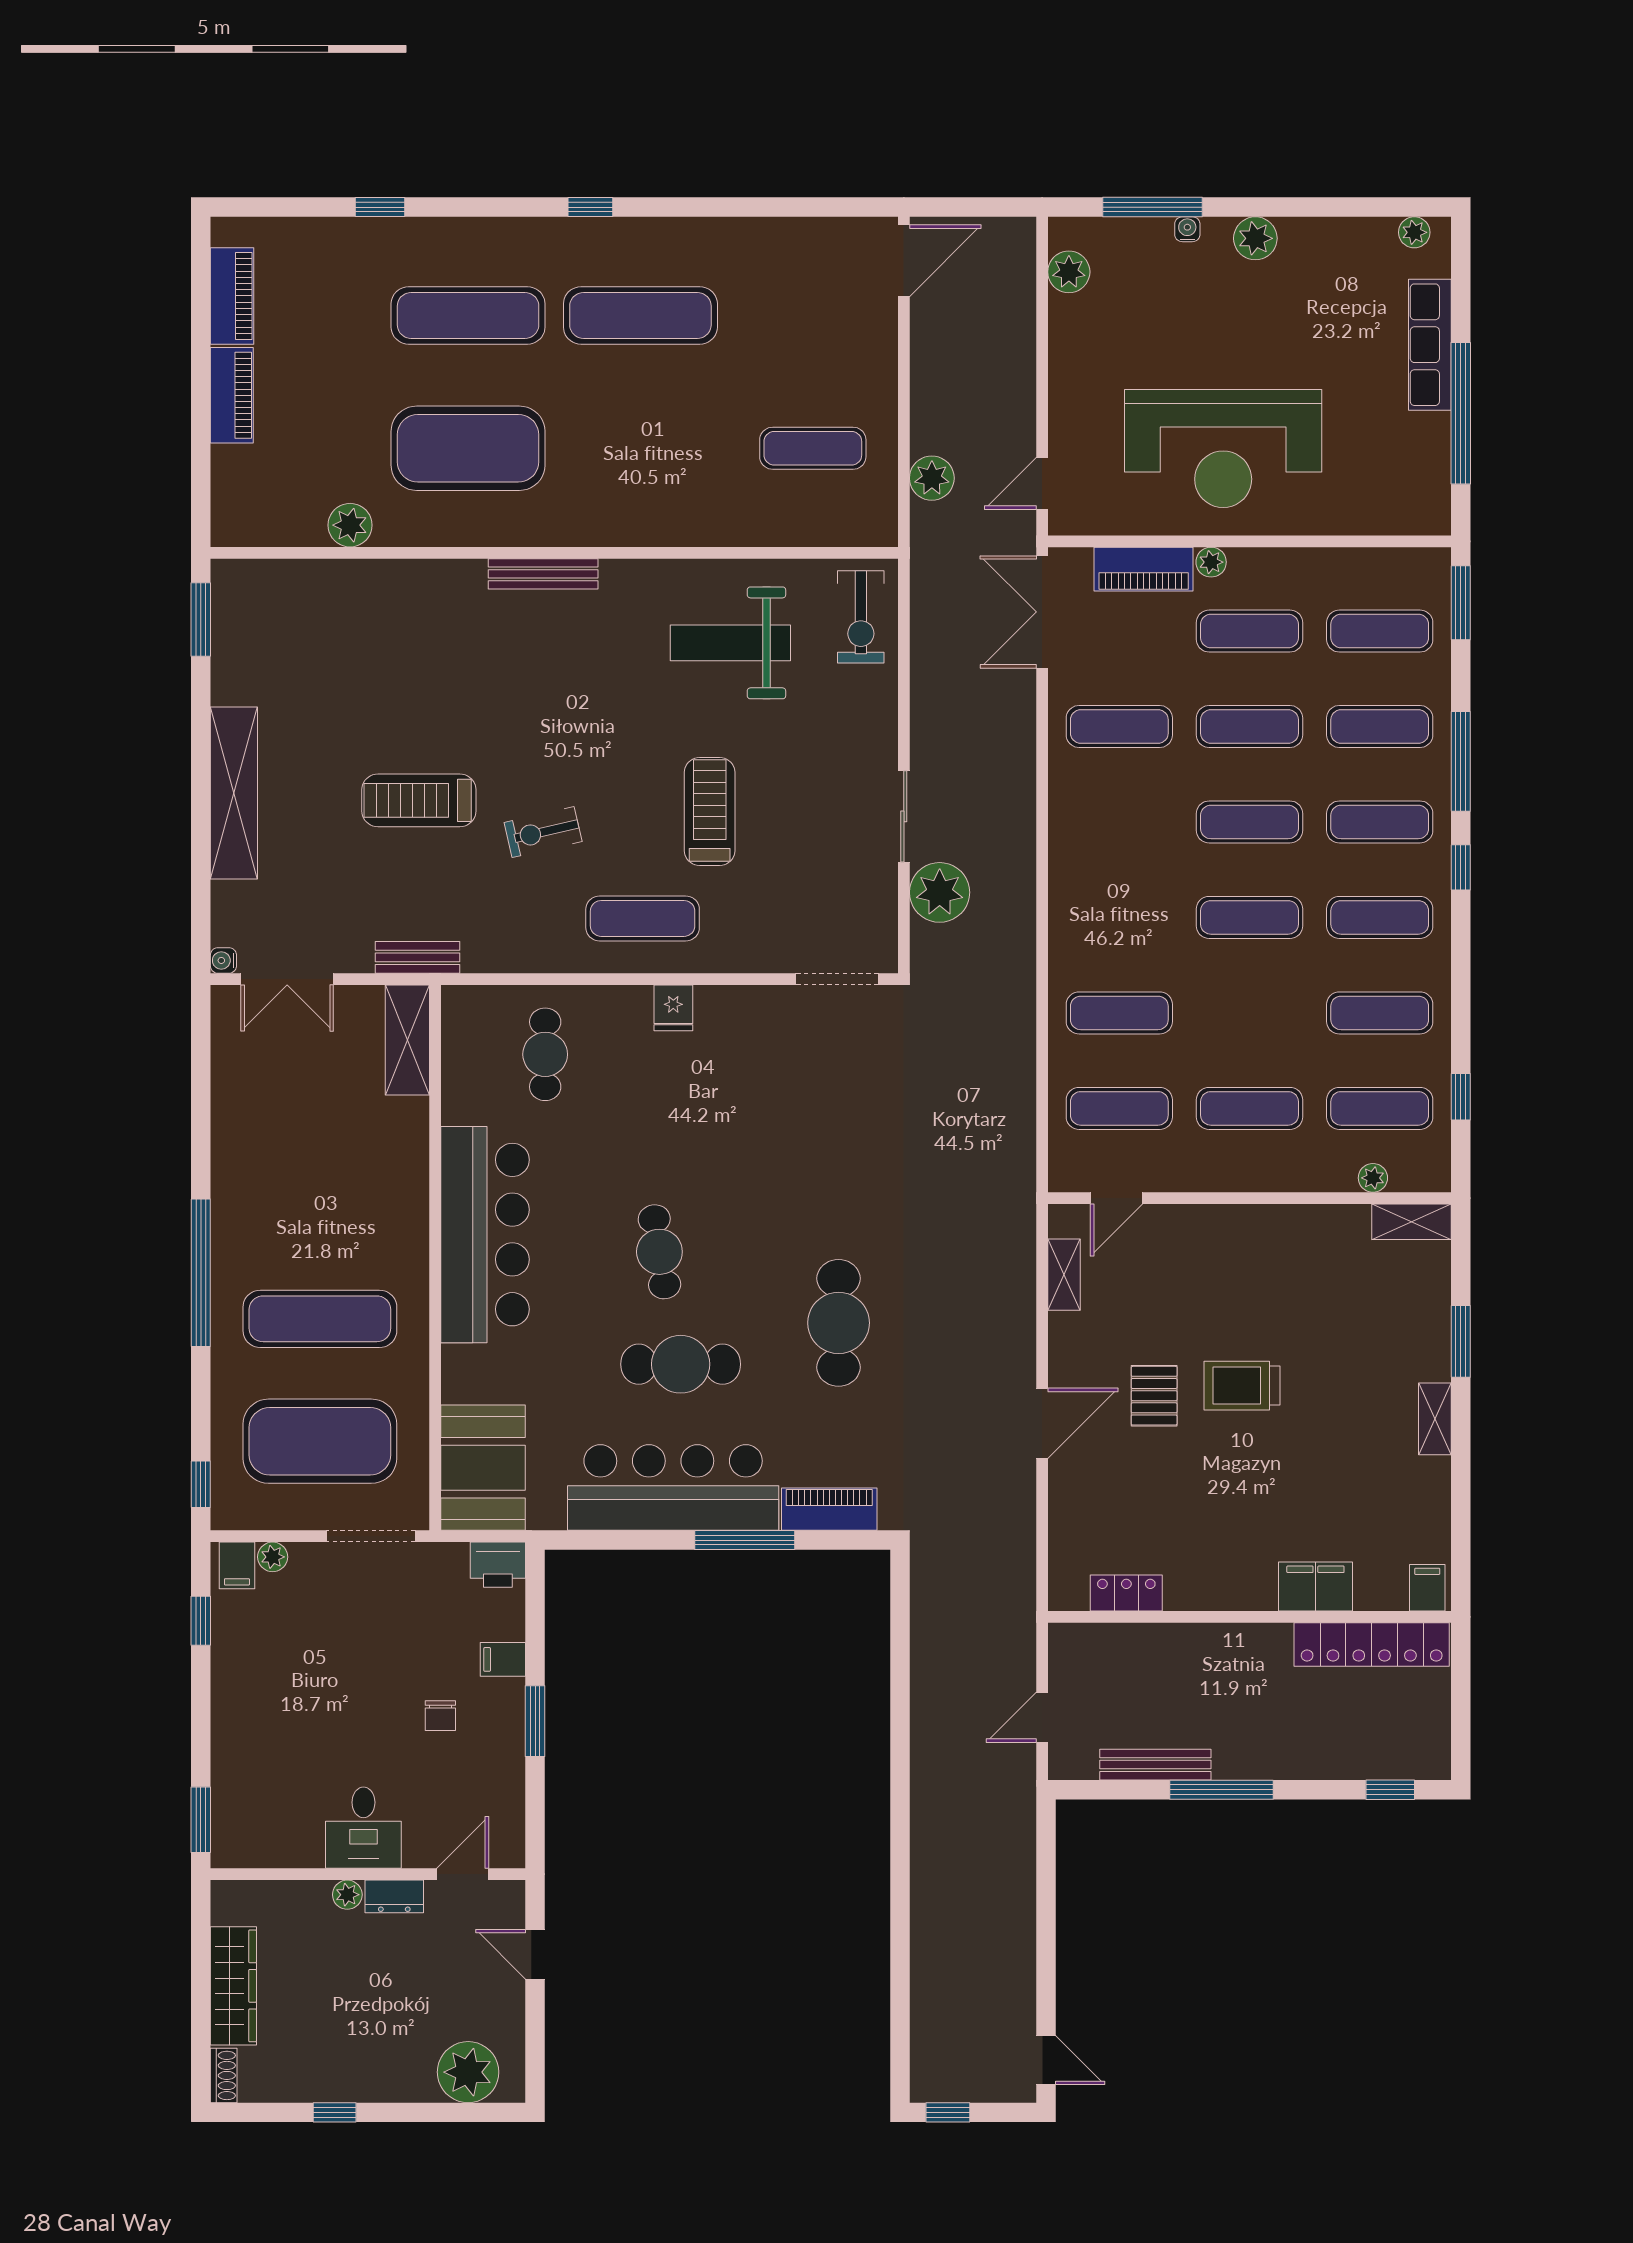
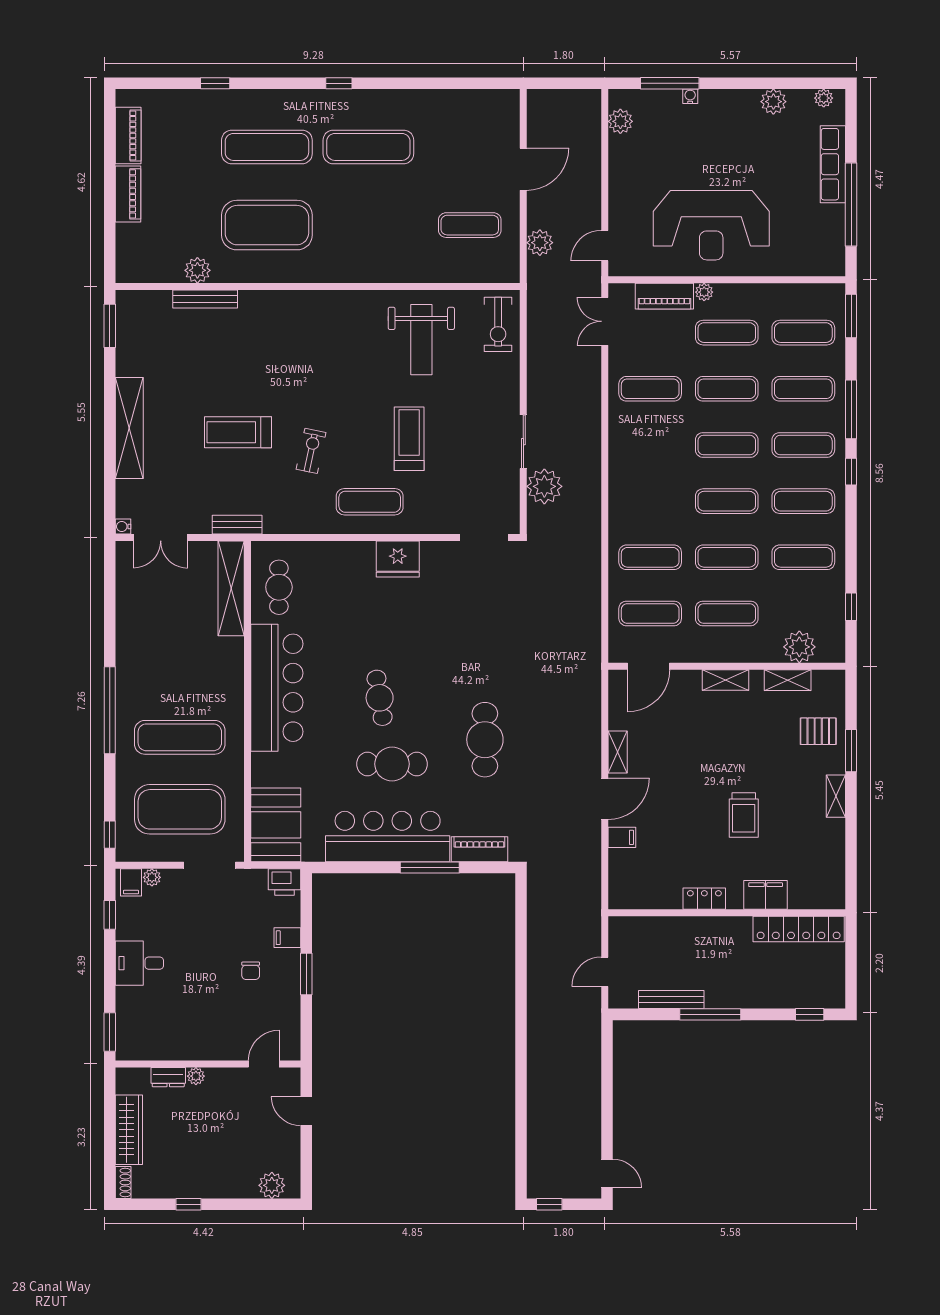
plant: (1255, 238) -> (773, 102), moved
door: (904, 261) -> (523, 169), moved
bench: (543, 574) -> (205, 299), moved
double door: (1042, 612) -> (605, 321), width x0.73
weight bench: (730, 643) -> (421, 340), turned -90
exercise bike: (543, 832) -> (311, 451), turned 115
fridge: (673, 1008) -> (398, 559), width x1.88, depth x1.34
shelving: (407, 1040) -> (231, 588), width x1.47
cafe table: (545, 1054) -> (279, 587), moved
exercise mat: (1380, 1108) -> (727, 557), moved
plant: (1373, 1178) -> (799, 647), width x1.87, depth x1.87
door: (1117, 1198) -> (648, 666), width x1.38
shelving: (1247, 1222) -> (725, 680), added
shelving: (1412, 1222) -> (788, 680), moved
shelving: (1064, 1275) -> (618, 752), moved
trolley: (1242, 1386) -> (744, 815), moved, turned -90
pallet: (1154, 1396) -> (818, 731), moved, turned 90
filing cabinet: (1427, 1588) -> (622, 837), moved, turned 90
locker: (1126, 1593) -> (704, 899), moved
desk: (363, 1828) -> (139, 963), moved, turned 90
dresser: (394, 1896) -> (168, 1077), moved
plant: (468, 2072) -> (272, 1185), width x0.73, depth x0.73

